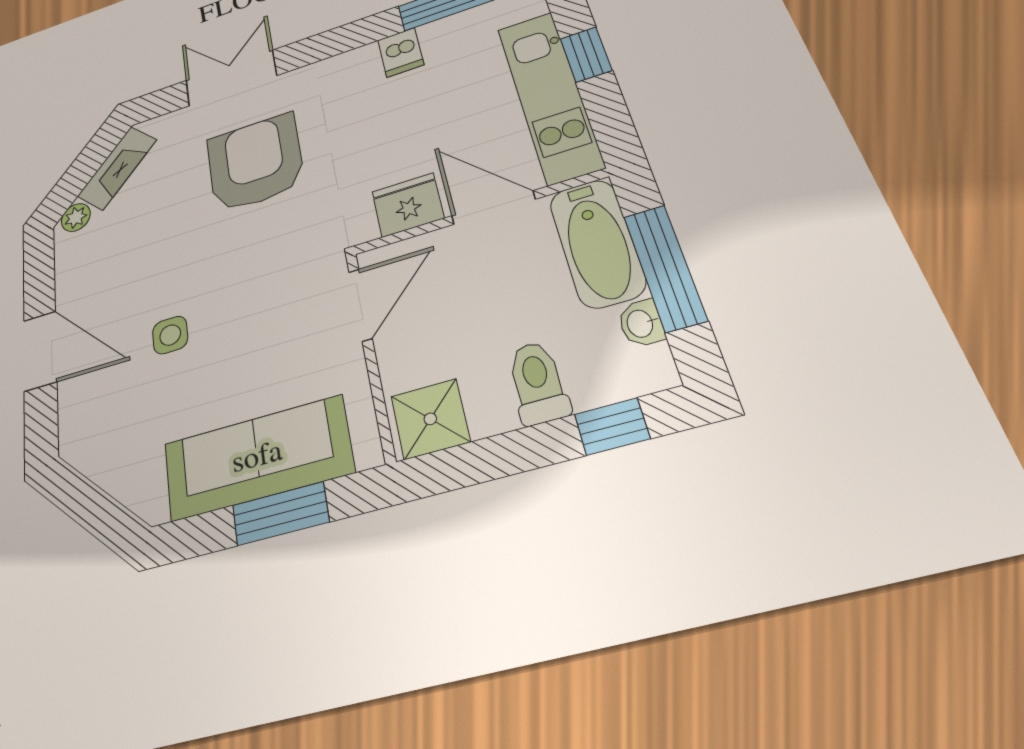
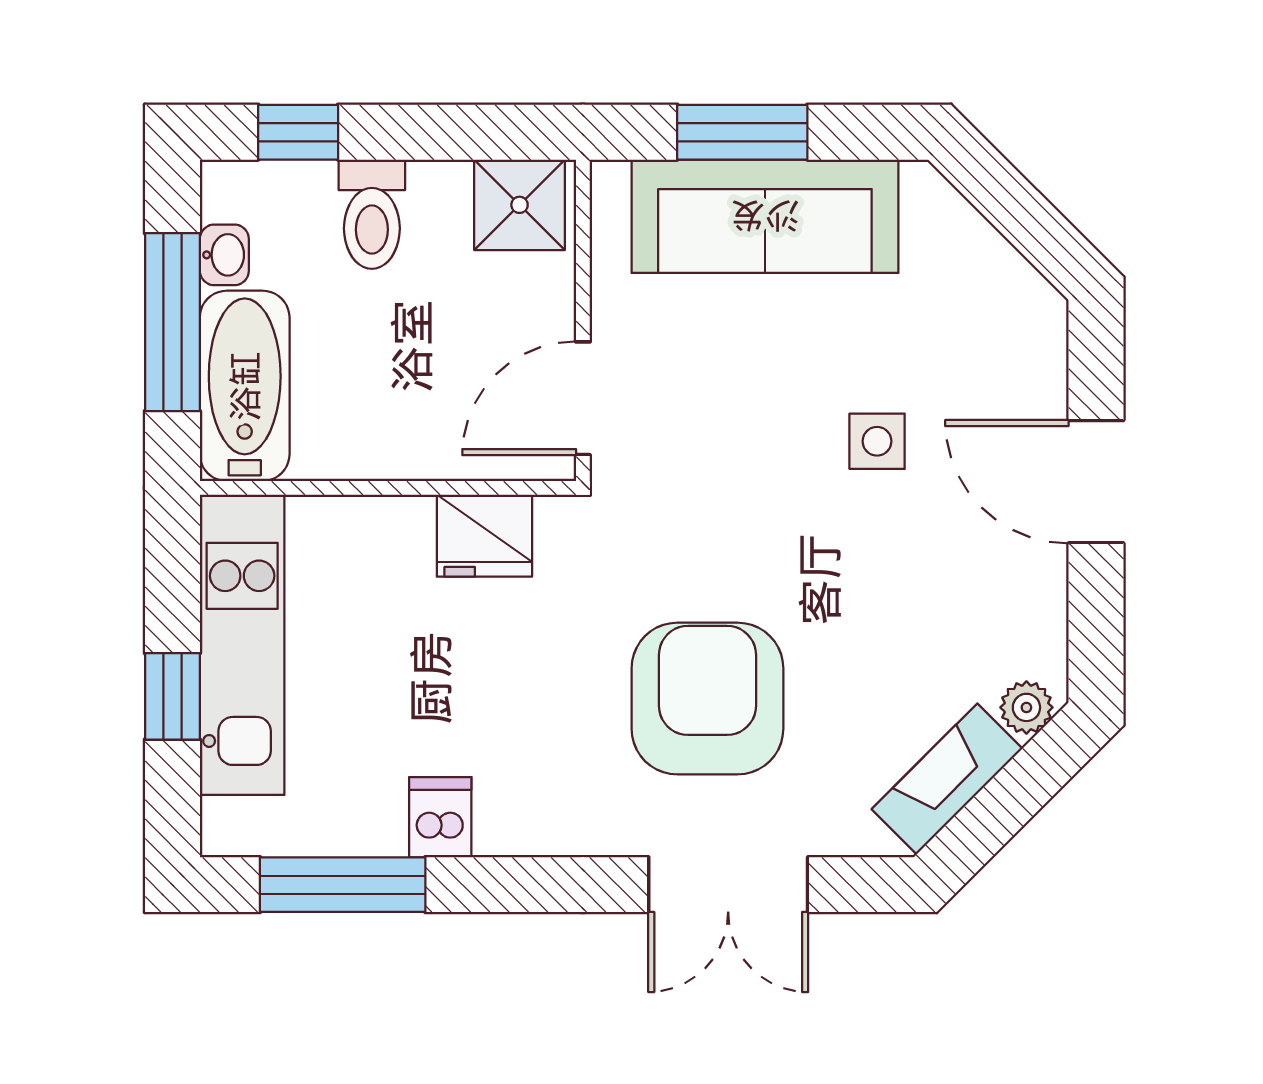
armchair: (255, 163) -> (707, 699), turned 180
door: (493, 208) -> (366, 488), removed

